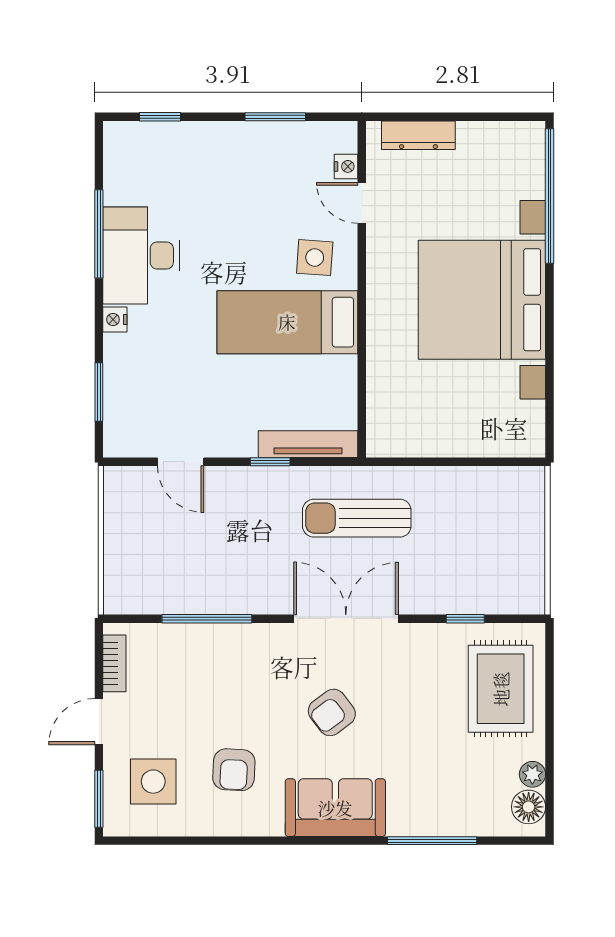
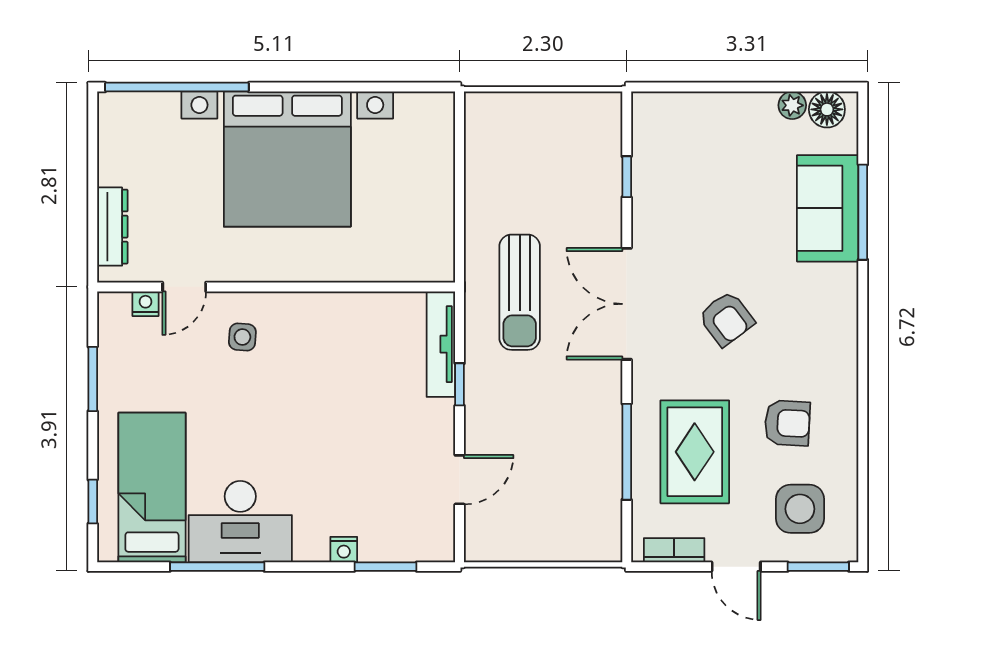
side table: (315, 258) -> (242, 337), width x0.73, depth x0.73
nightstand: (115, 320) -> (344, 550), moved
bed: (287, 322) -> (152, 487), moved, turned 180
rug: (501, 689) -> (695, 452), moved, turned 90
sofa: (335, 808) -> (828, 208), moved

